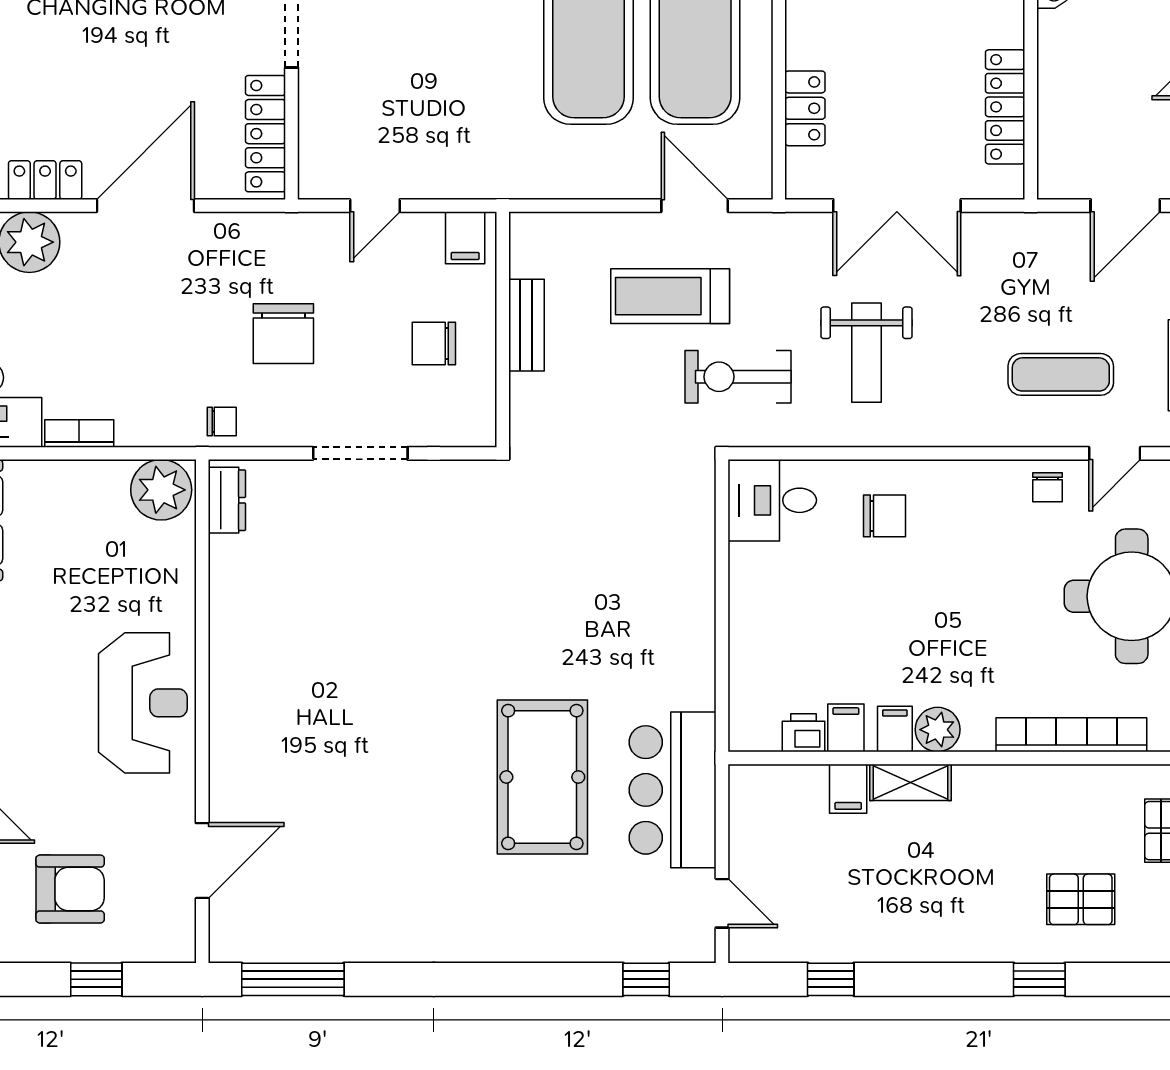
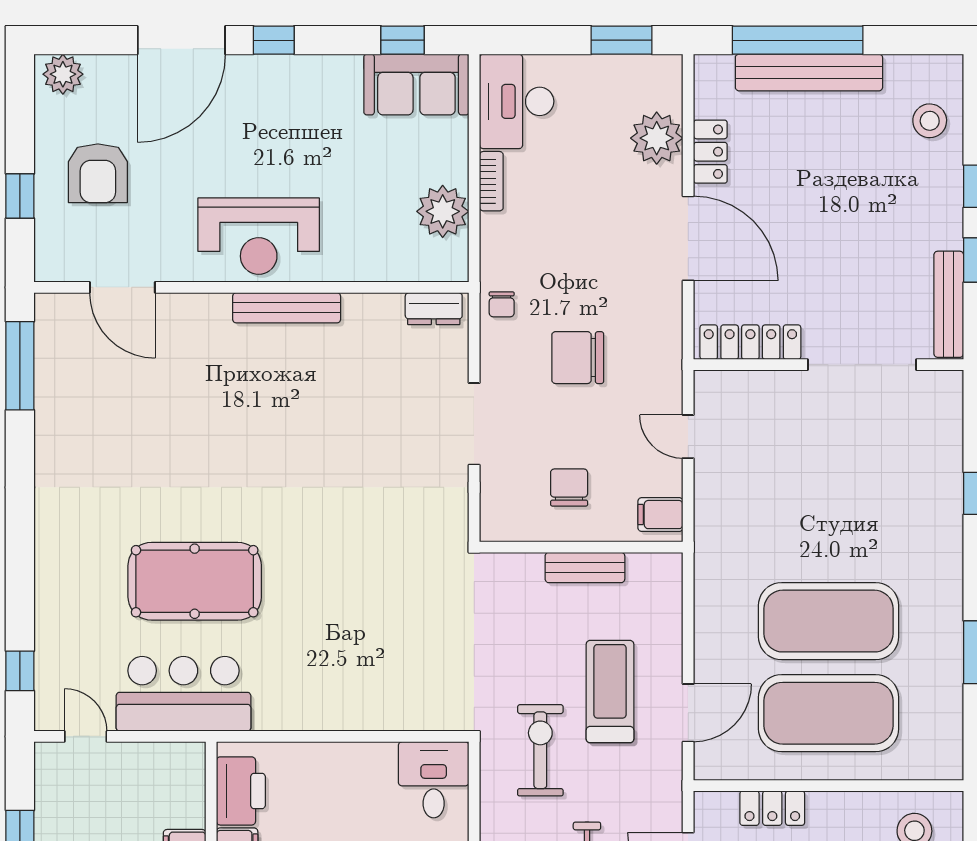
plant: (161, 490) -> (443, 211), moved
bench: (226, 671) -> (287, 308), added
printer: (804, 733) -> (241, 791), width x1.87, depth x1.48
door: (722, 903) -> (86, 736), swing flipped

